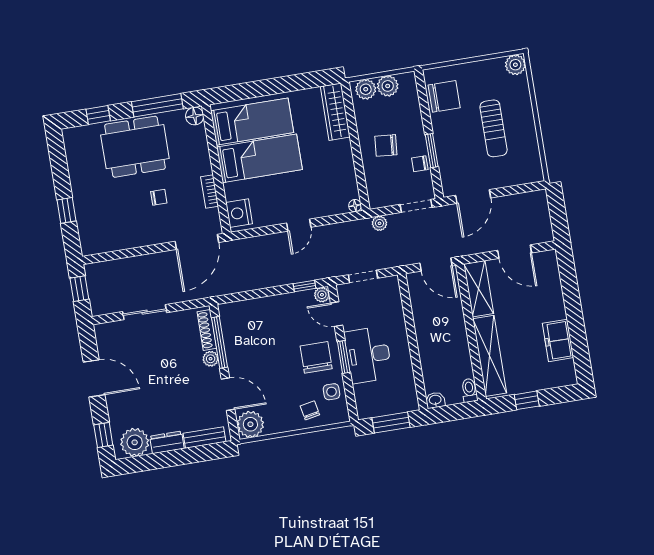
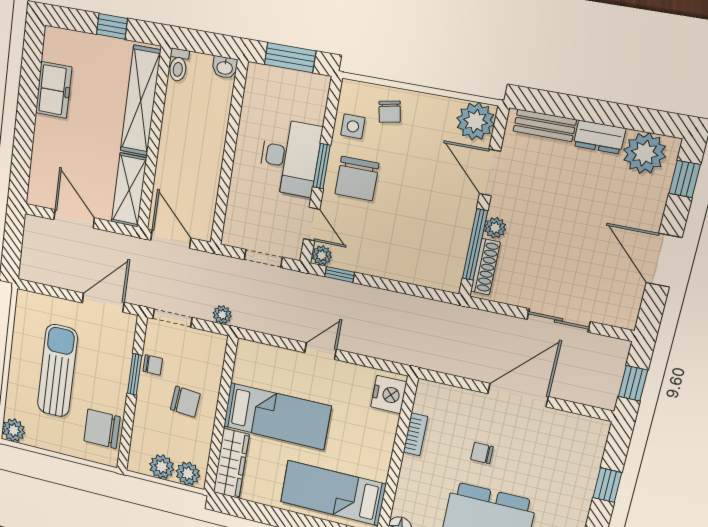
sun lounger: (494, 128) -> (57, 371), width x1.36, depth x1.34
bed: (259, 158) -> (277, 416), moved, turned 180
floor lamp: (355, 206) -> (244, 347), removed
door: (197, 242) -> (518, 395), moved

